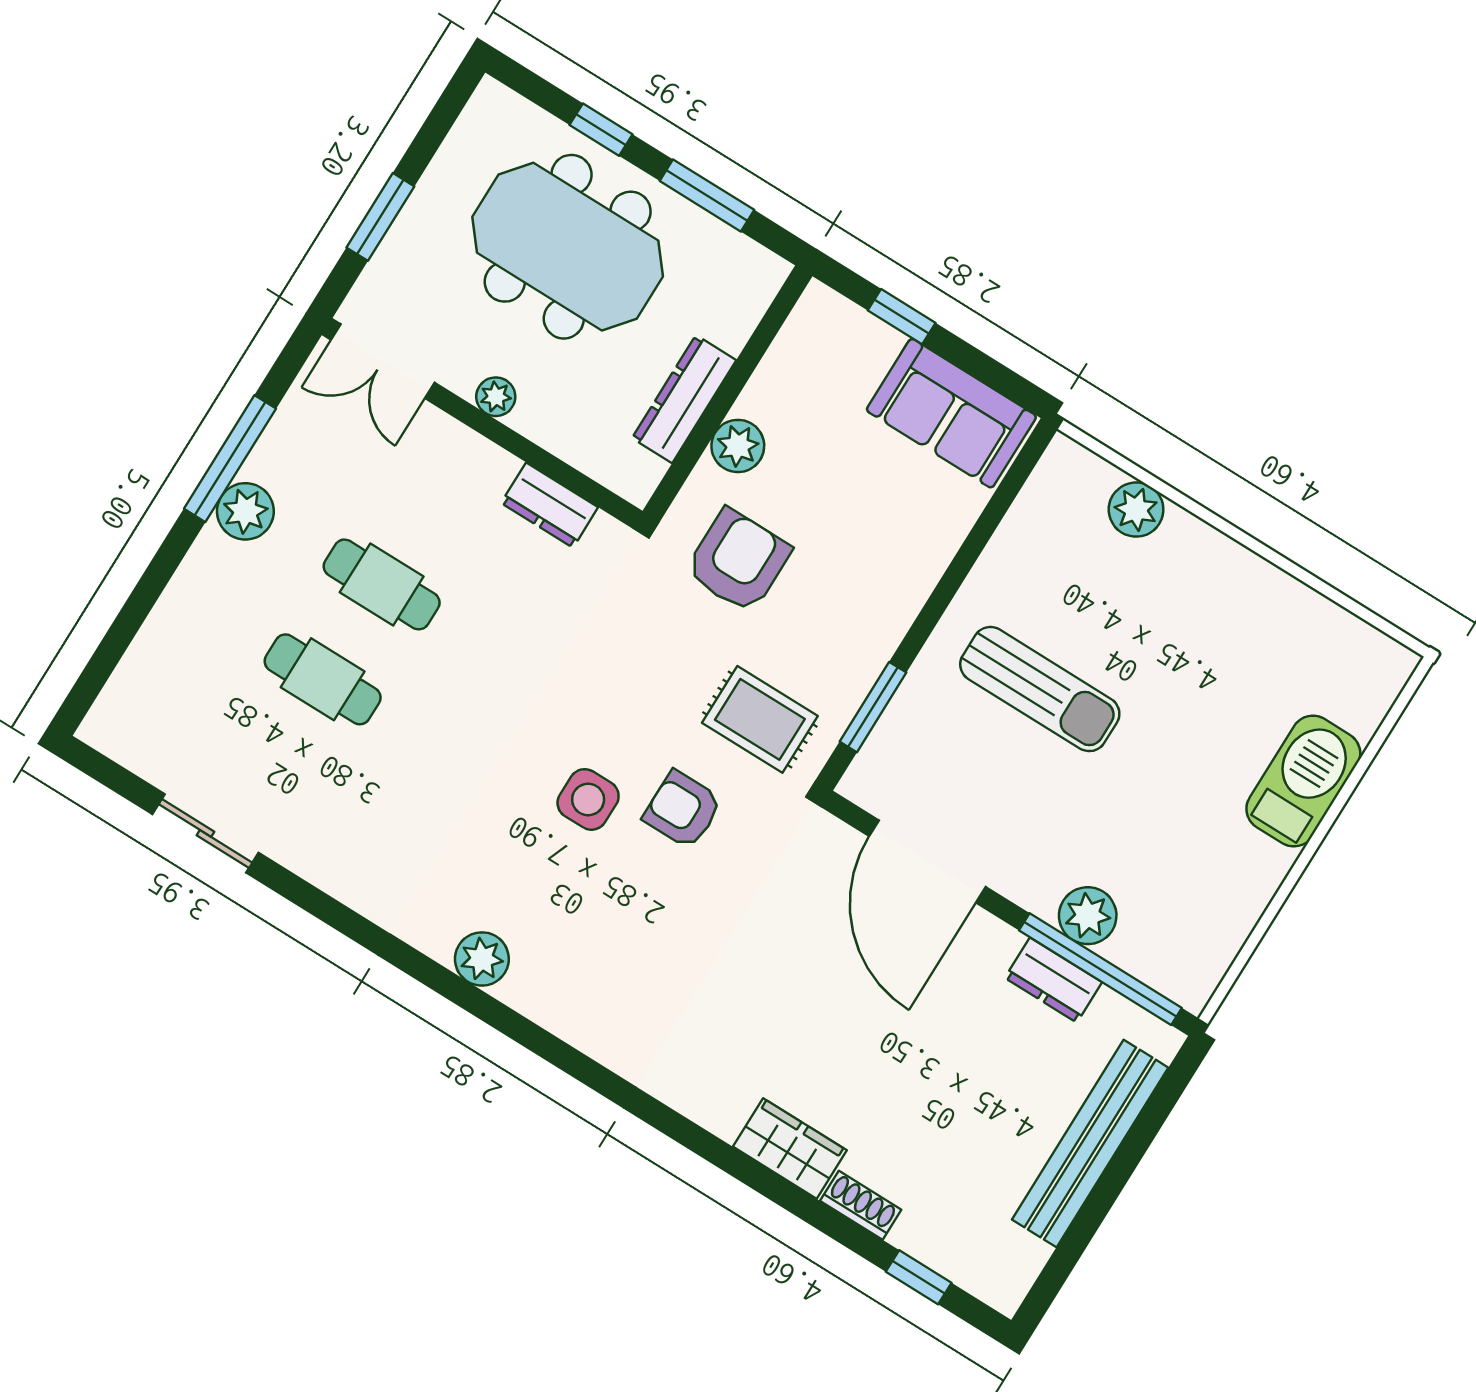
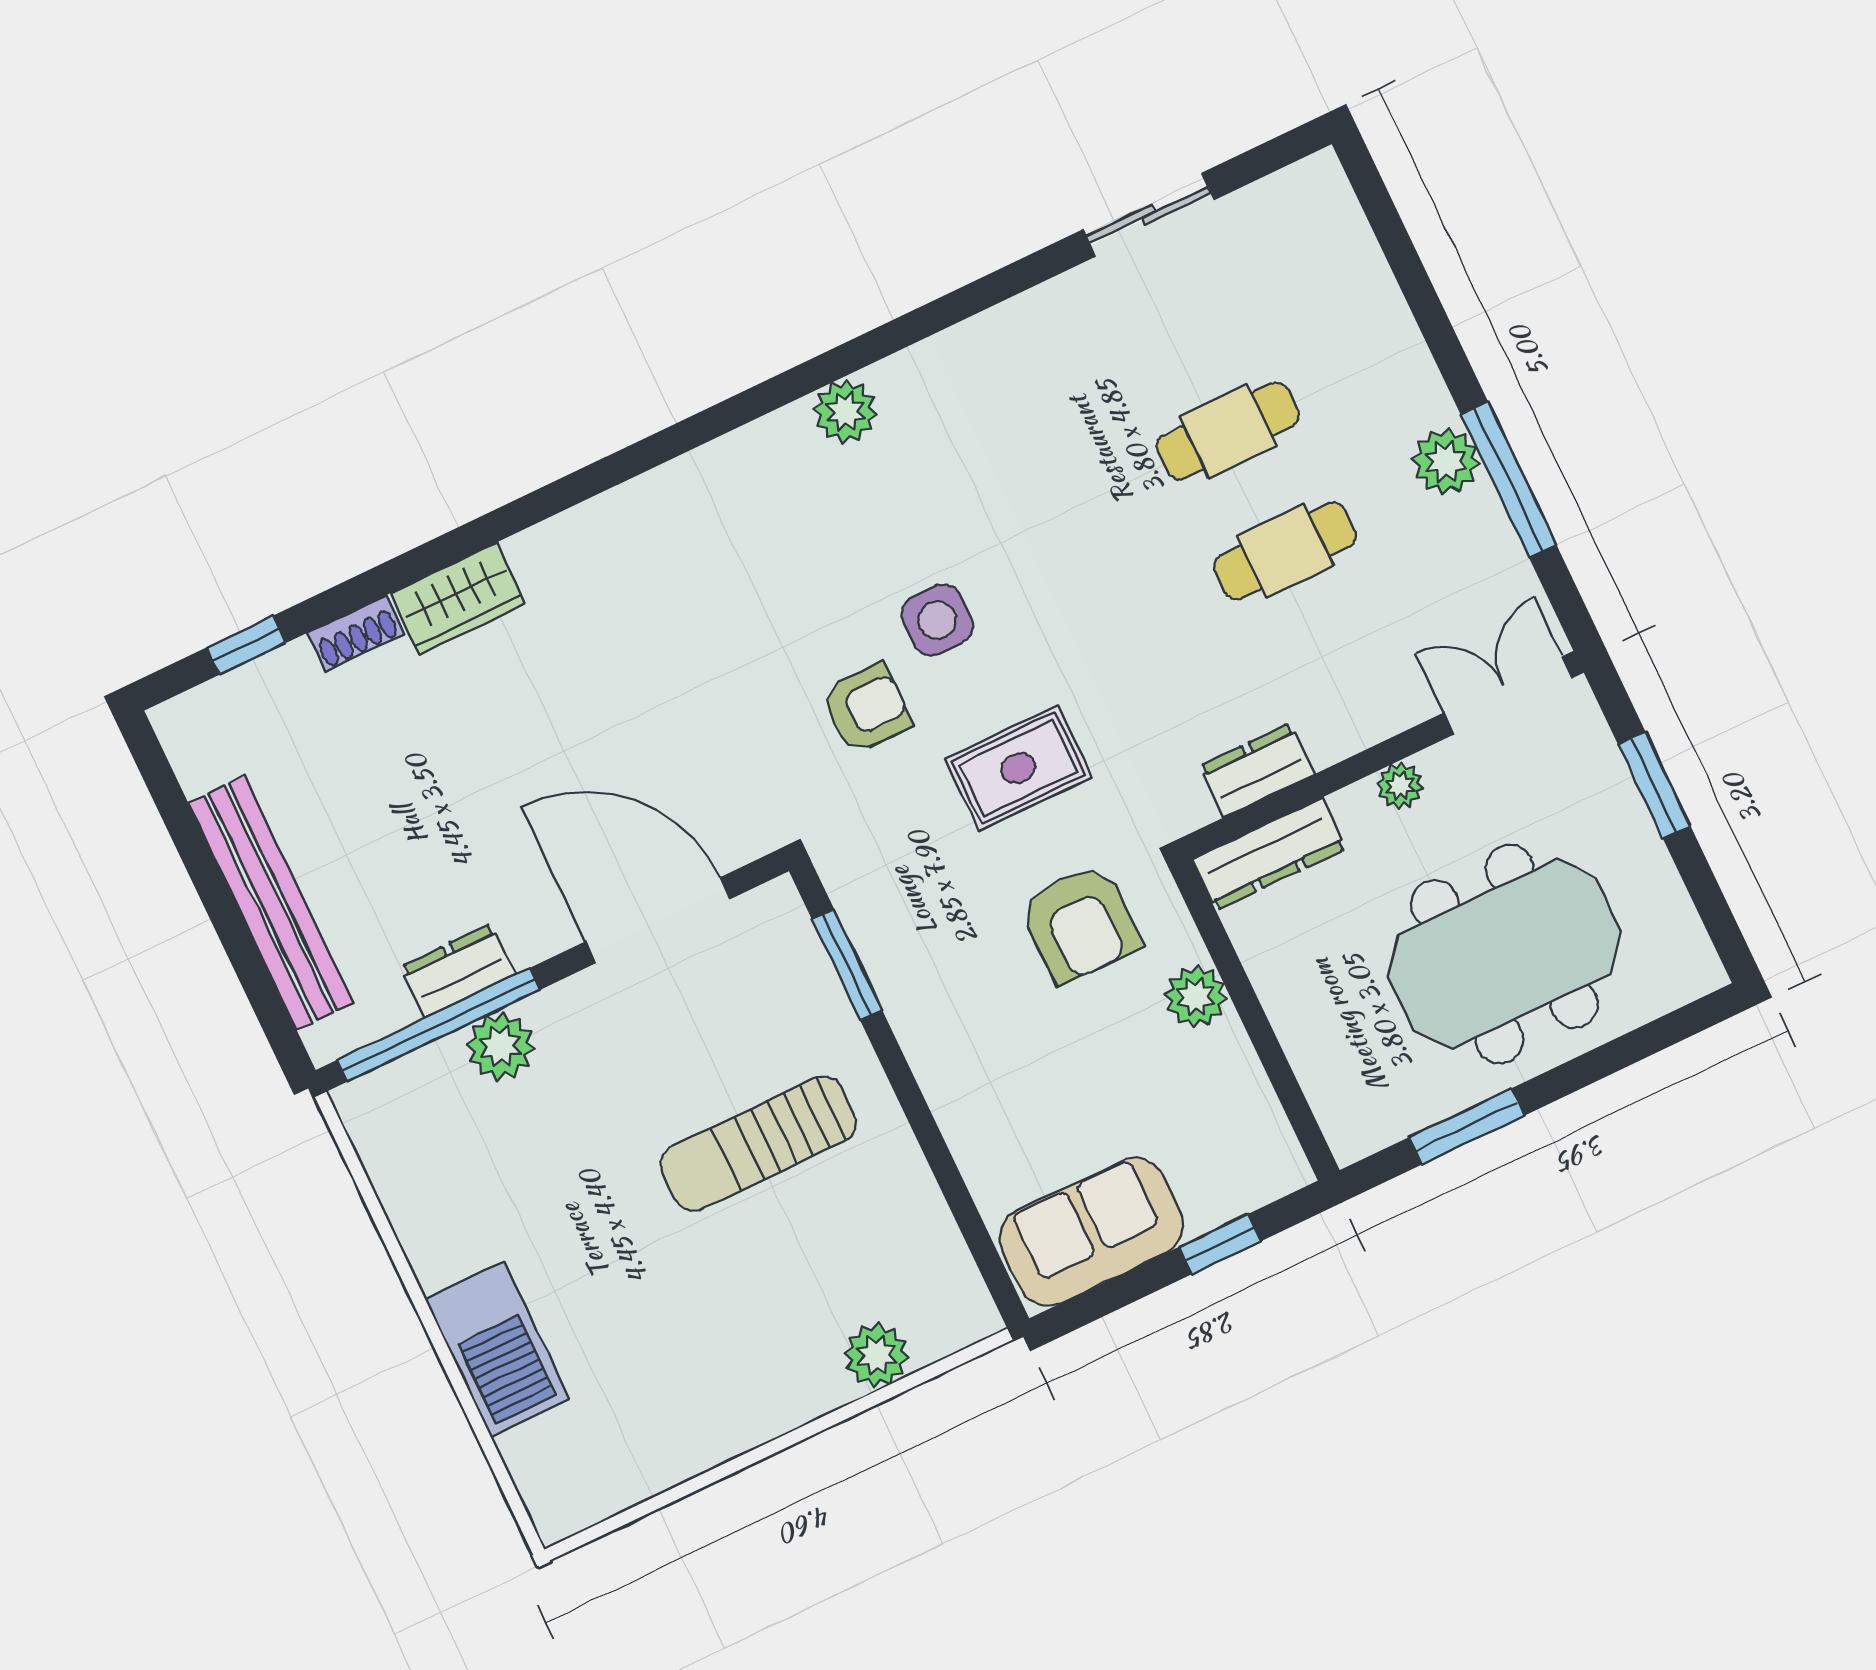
window: (601, 130) -> (1601, 1063), removed
dresser: (684, 399) -> (1269, 854), moved, turned 90
rug: (760, 719) -> (1018, 768), moved

